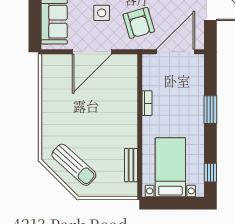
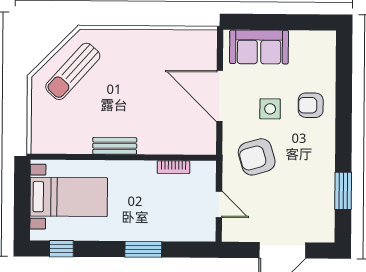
door: (175, 52) -> (219, 204), width x0.53
bookcase: (147, 103) -> (173, 167), moved
bench: (131, 165) -> (115, 146), moved

